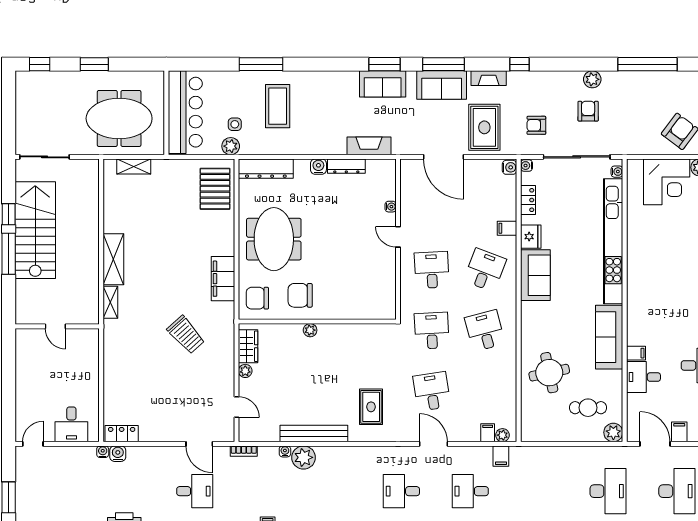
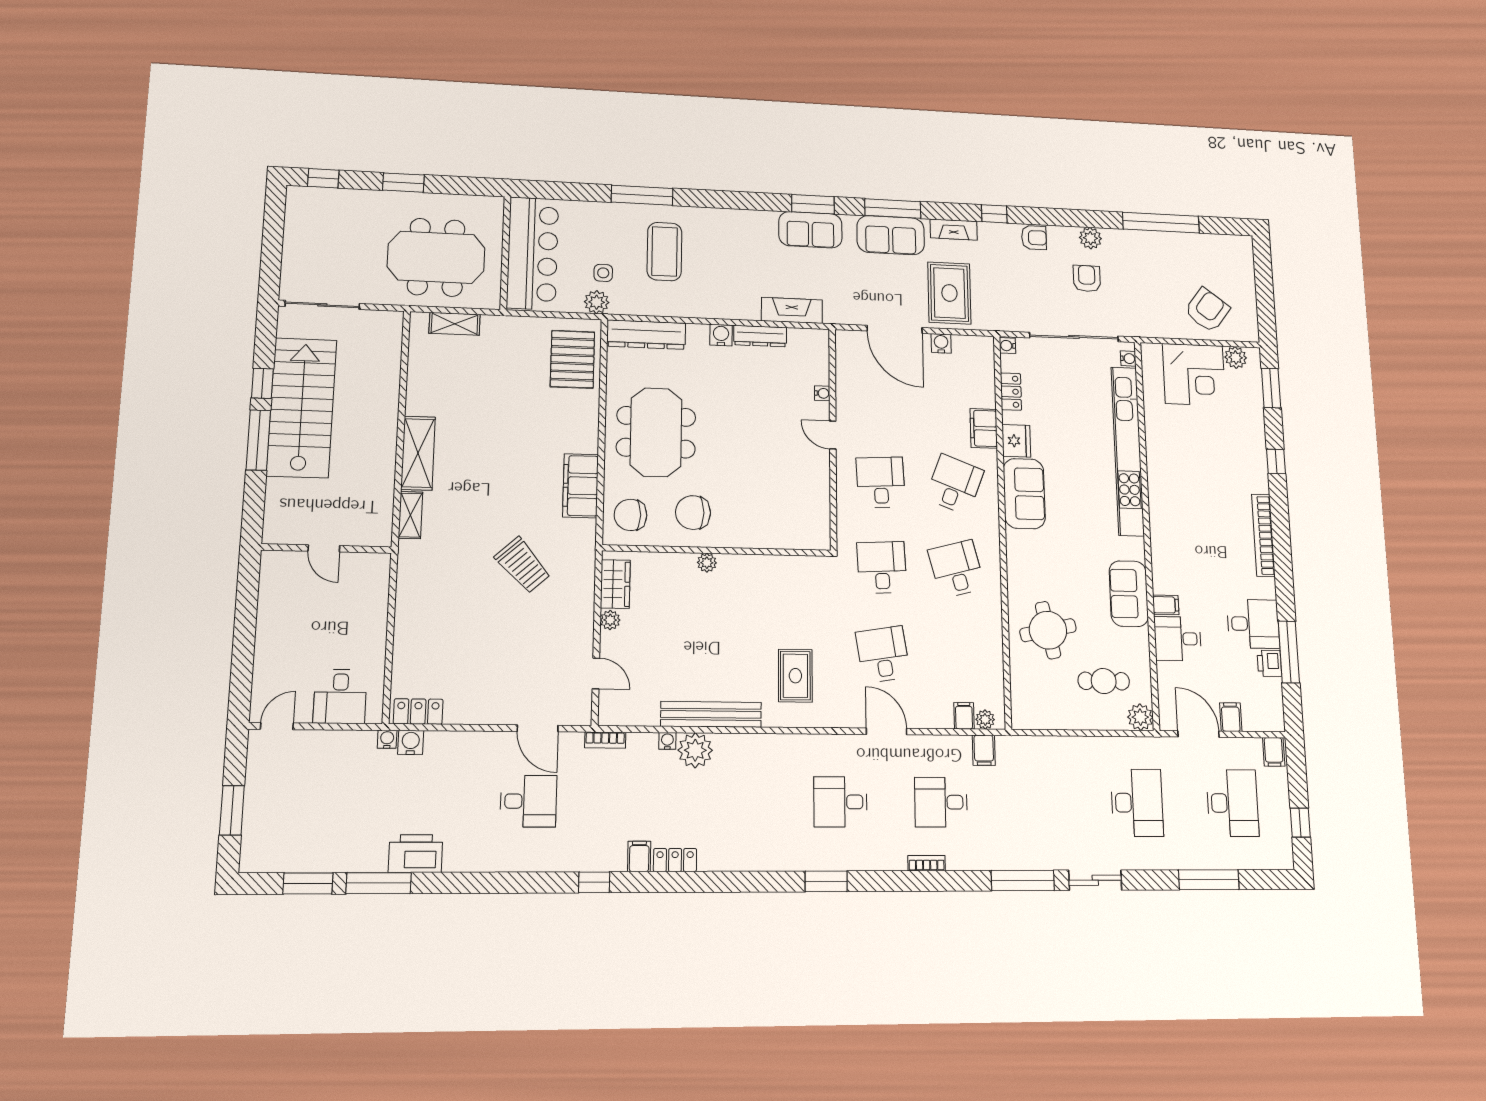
armchair: (536, 125) -> (1034, 238), moved, turned 180
water cooler: (510, 167) -> (941, 343), moved, turned -90
filing cabinet: (507, 228) -> (984, 428), width x2.00
sofa: (609, 337) -> (1129, 594), width x0.73

